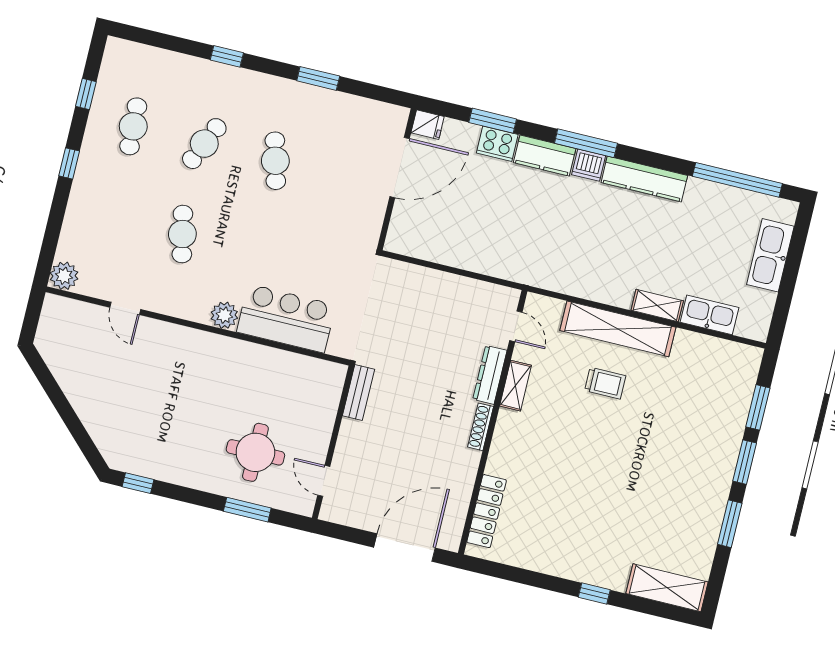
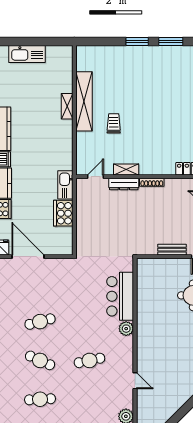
cooker: (463, 251) -> (63, 213), added
door: (125, 308) -> (135, 381), hinge flipped
kitchen sink: (710, 315) -> (65, 185), moved
shelving: (618, 329) -> (84, 101), moved
bench: (359, 392) -> (172, 250), moved
window: (758, 407) -> (107, 42), removed

